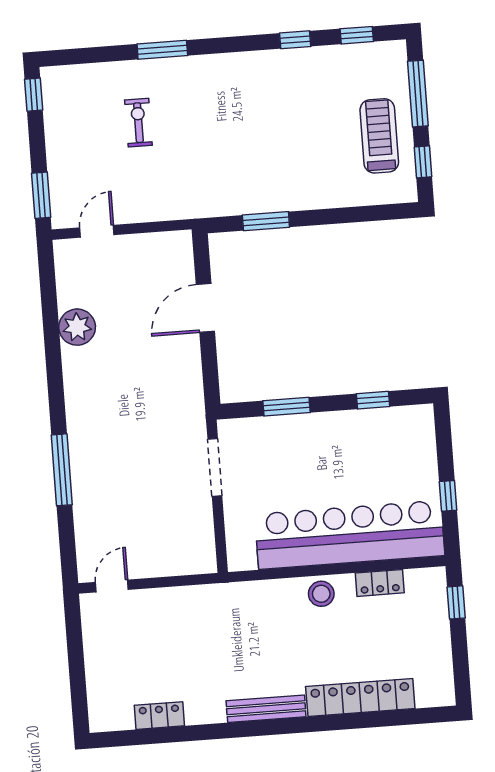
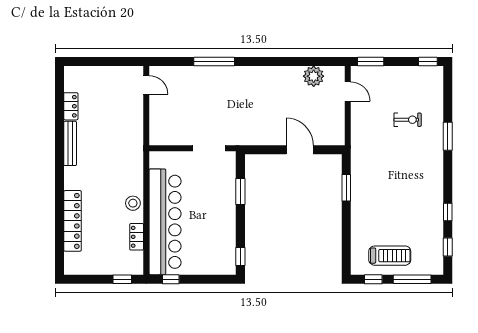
plant: (77, 327) -> (314, 76), moved
window: (373, 400) -> (240, 257), moved
window: (448, 496) -> (171, 279), moved
bench: (266, 709) -> (70, 143), moved

